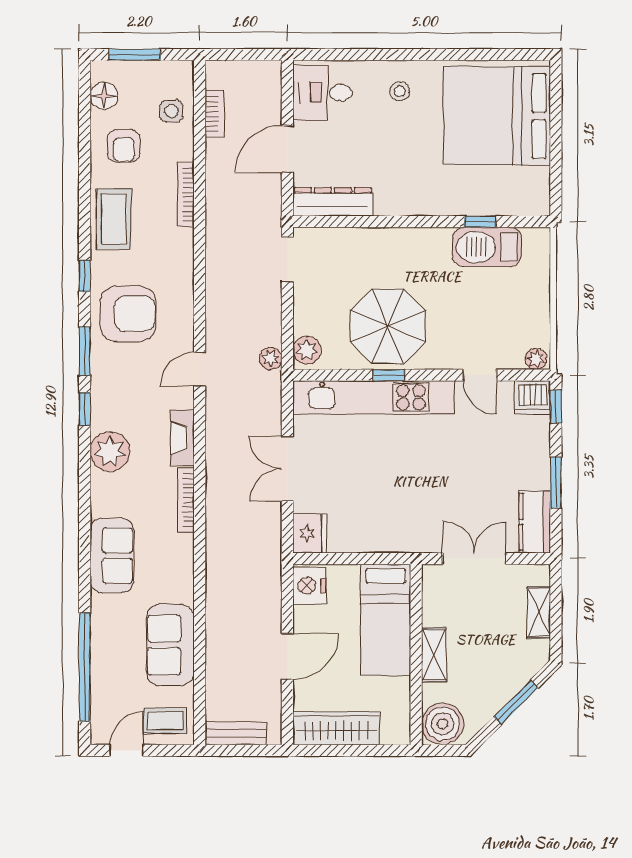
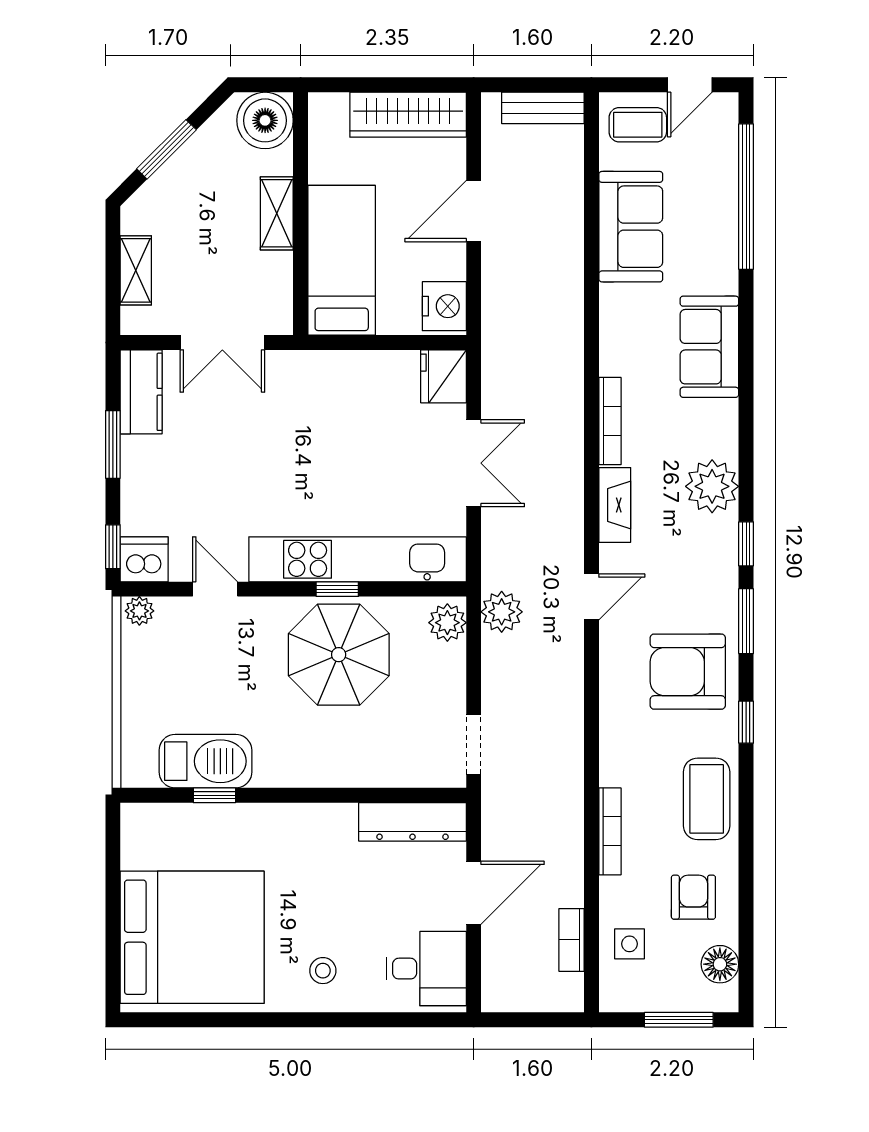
plant: (271, 358) -> (502, 612), width x1.38, depth x1.38

